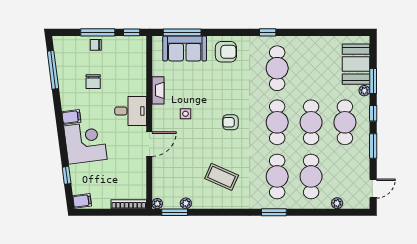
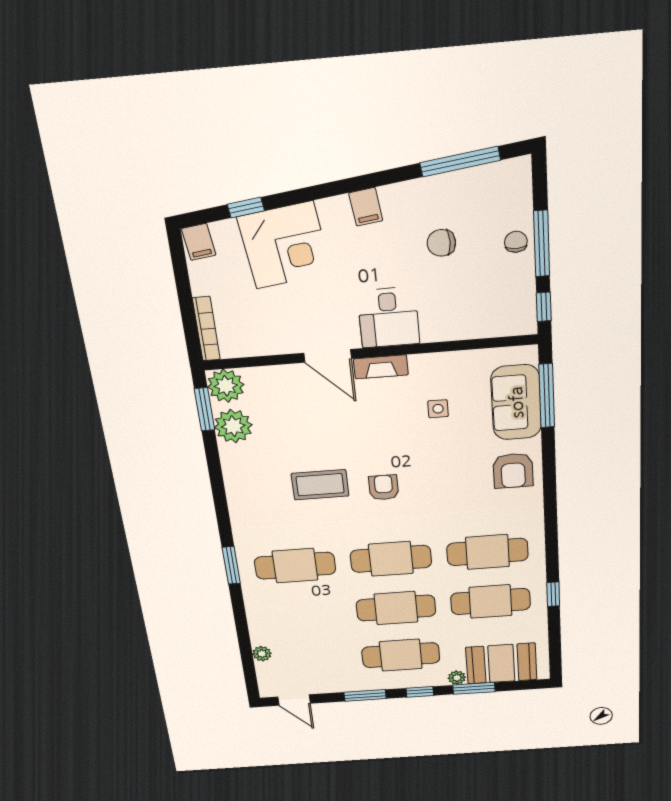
window: (268, 32) -> (553, 594), moved
fireplace: (158, 90) -> (381, 367), moved
side table: (185, 114) -> (438, 409), moved
corner desk: (85, 143) -> (285, 245), moved
cafe table: (311, 176) -> (490, 601), moved
coffee table: (222, 177) -> (320, 485), moved, turned 66
plant: (186, 203) -> (233, 426), width x1.88, depth x1.88
plant: (157, 204) -> (226, 386), width x1.87, depth x1.87

